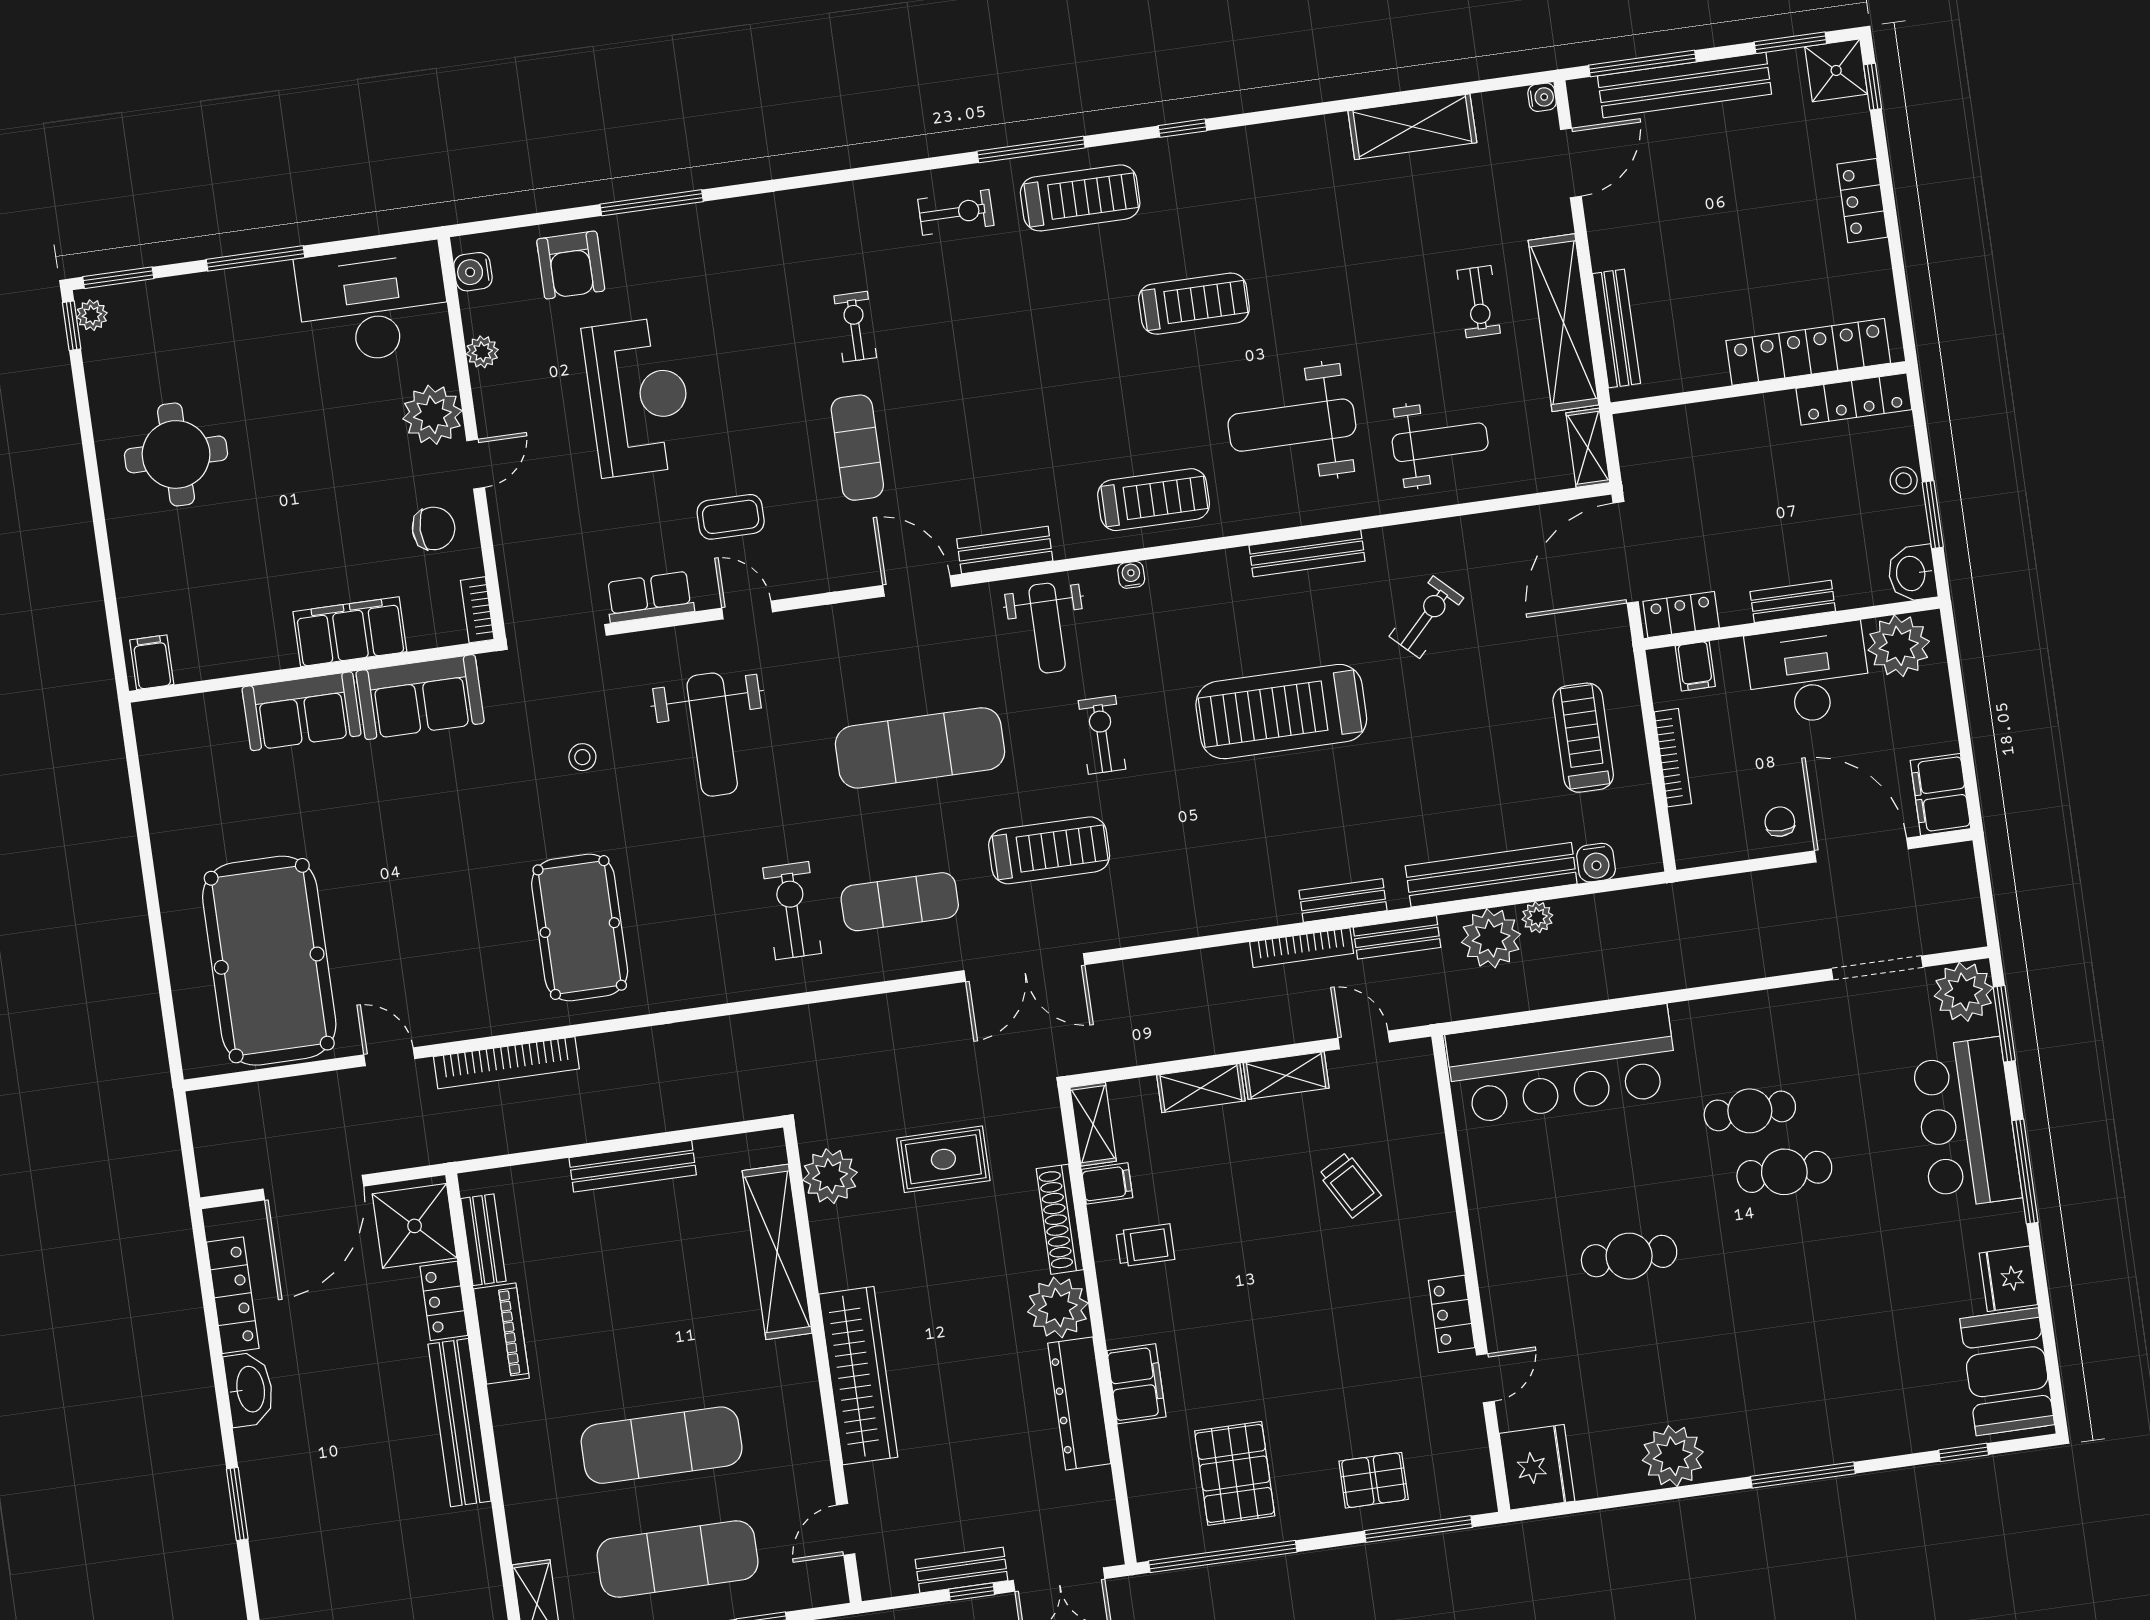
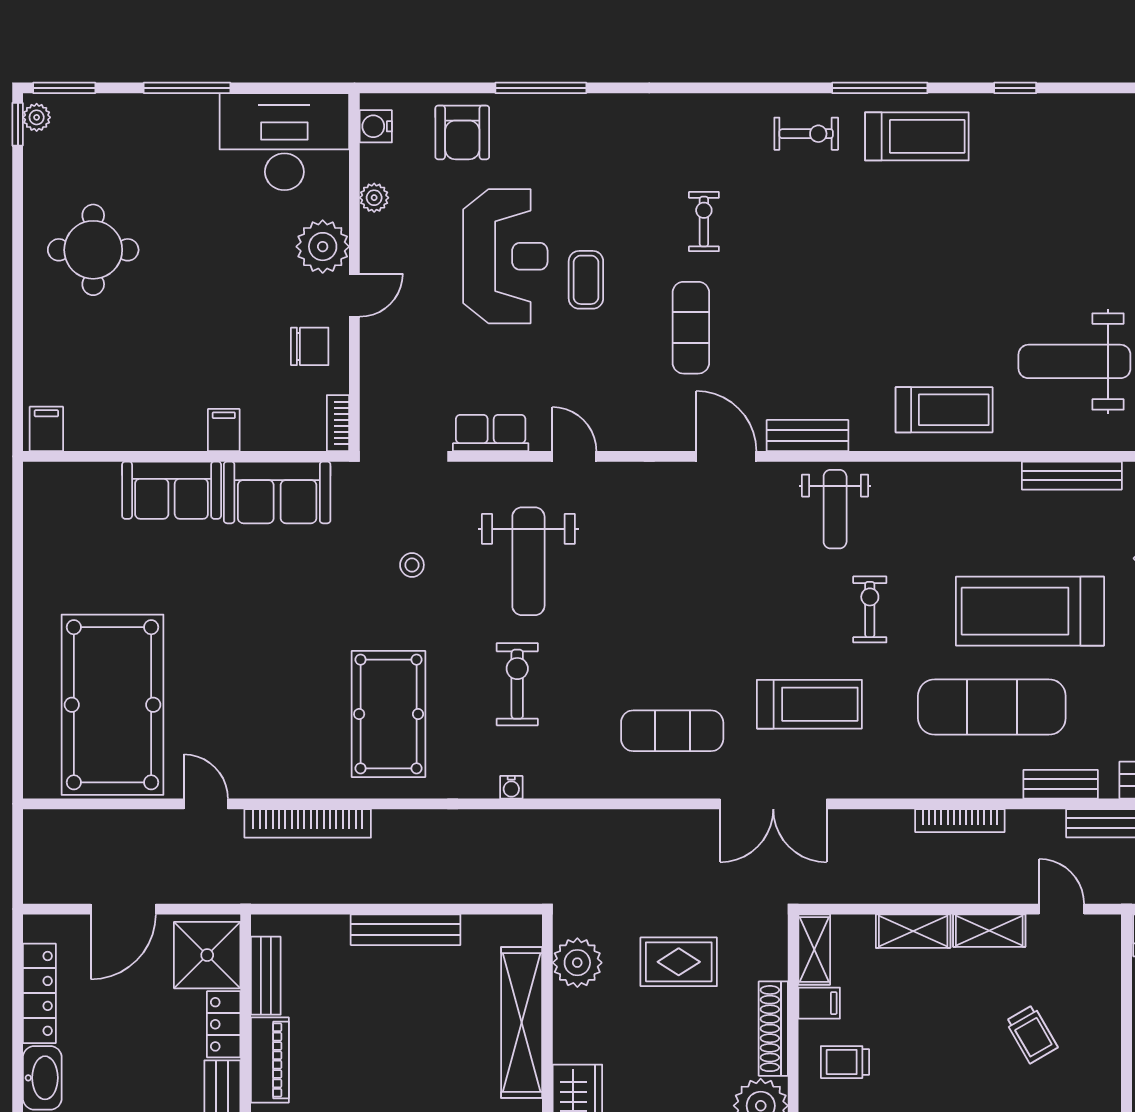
treadmill: (1194, 304) -> (1004, 243), removed
coffee table: (731, 517) -> (586, 280), moved, turned 90
water cooler: (1131, 575) -> (511, 787), moved, turned 180
filing cabinet: (350, 632) -> (224, 430), width x0.33, depth x0.86
exercise mat: (920, 748) -> (992, 707), moved
exercise bike: (792, 911) -> (517, 684), moved
bookcase: (1302, 948) -> (960, 821), moved
door: (313, 1188) -> (123, 909), width x0.73
trolley: (1145, 1245) -> (845, 1062), turned 180

